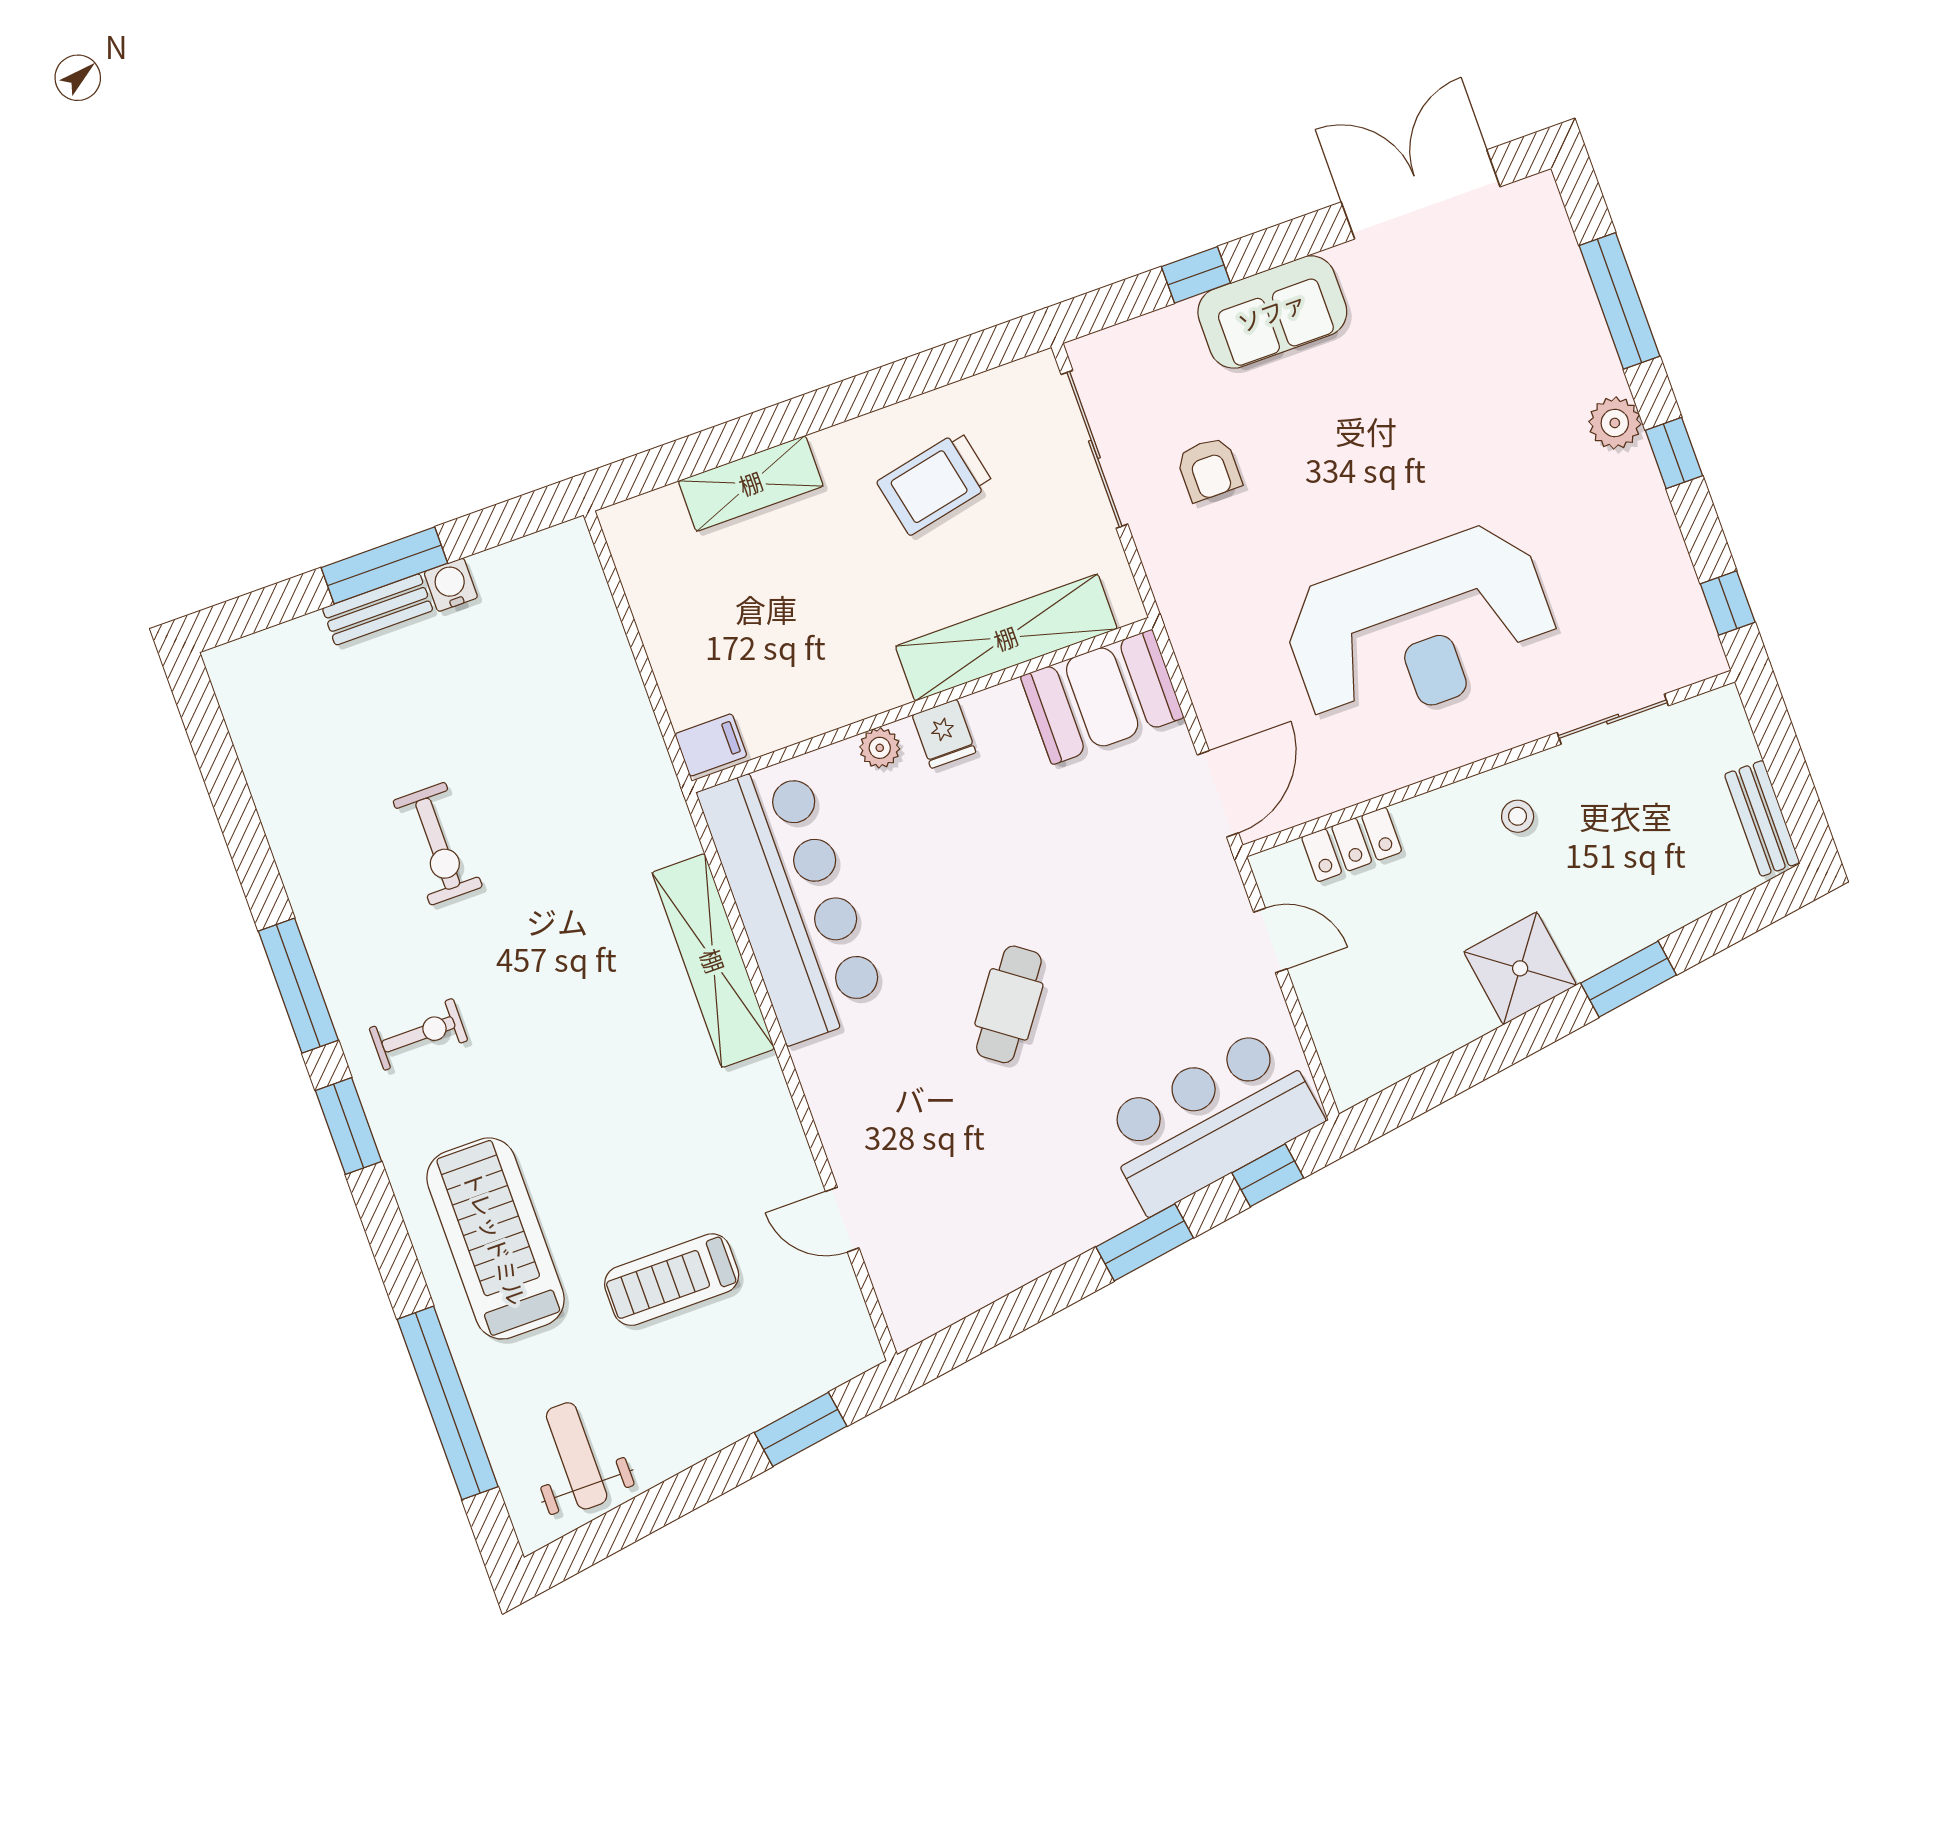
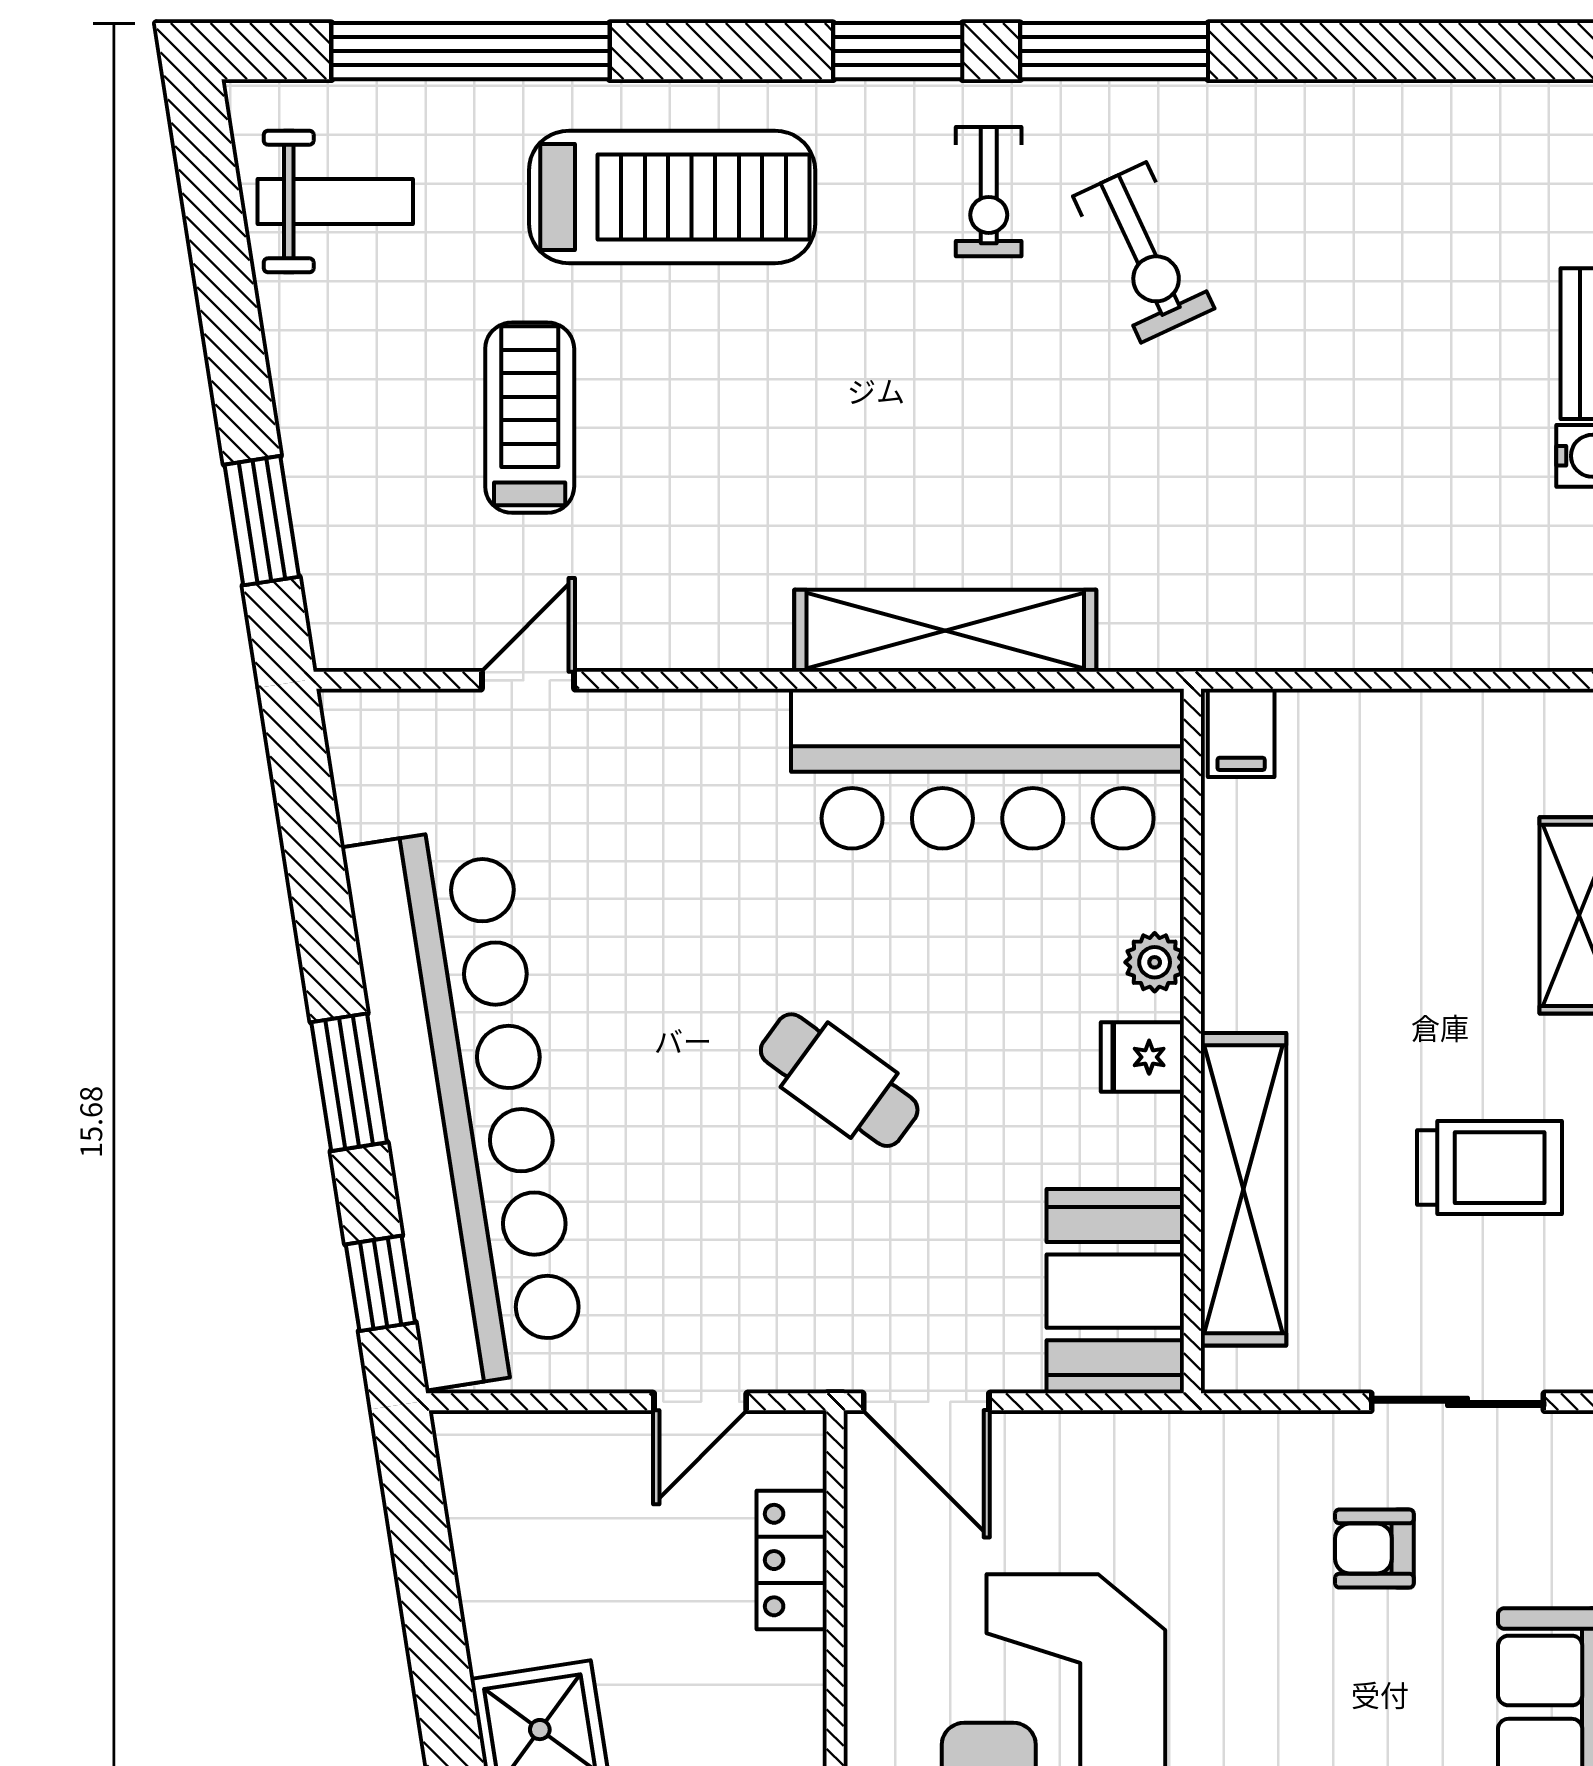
sliding door: (1094, 449) -> (1458, 1402), width x0.73
trolley: (935, 483) -> (1490, 1168), turned 102
exercise bike: (438, 844) -> (1144, 252), moved, turned -115
cafe table: (1009, 1004) -> (839, 1080), moved
bar counter: (1210, 1120) -> (464, 1106), width x1.86

